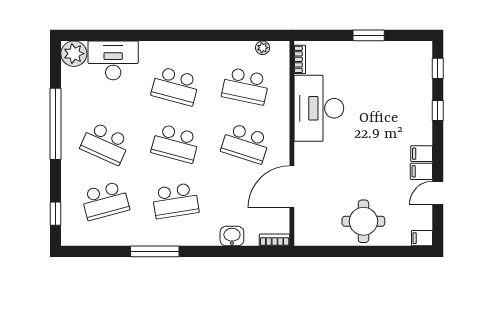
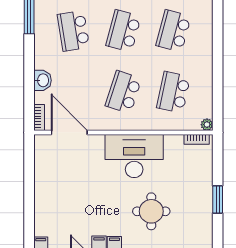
plant: (263, 48) -> (207, 125), moved
desk: (319, 108) -> (134, 156), moved
door: (292, 187) -> (69, 133), moved
round table: (363, 221) -> (151, 211), moved

